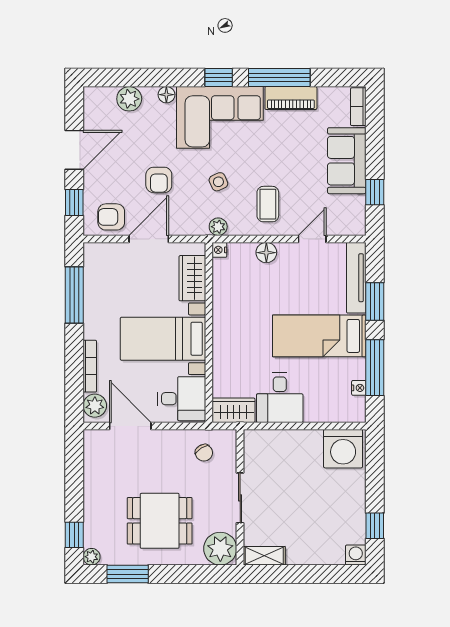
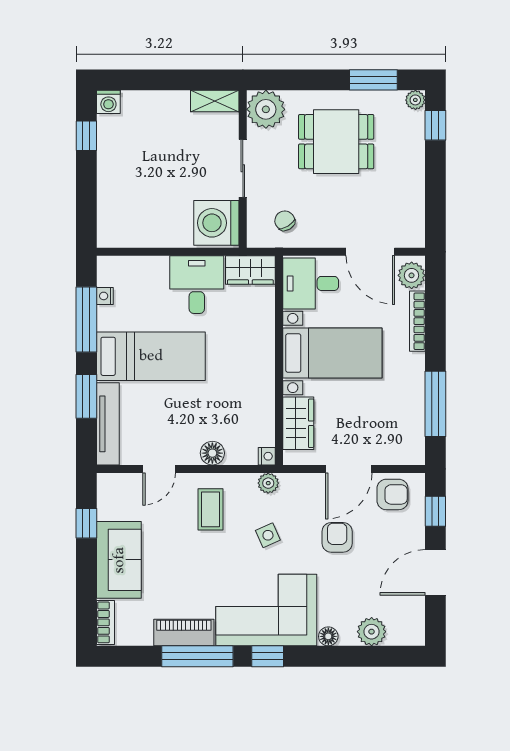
washing machine: (343, 449) -> (216, 223), moved, turned -90

